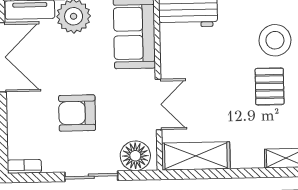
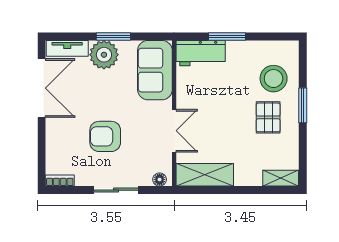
floor lamp: (135, 156) -> (160, 180), width x0.53, depth x0.53

